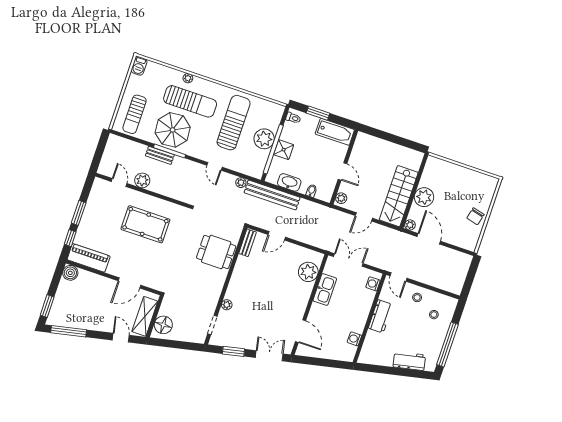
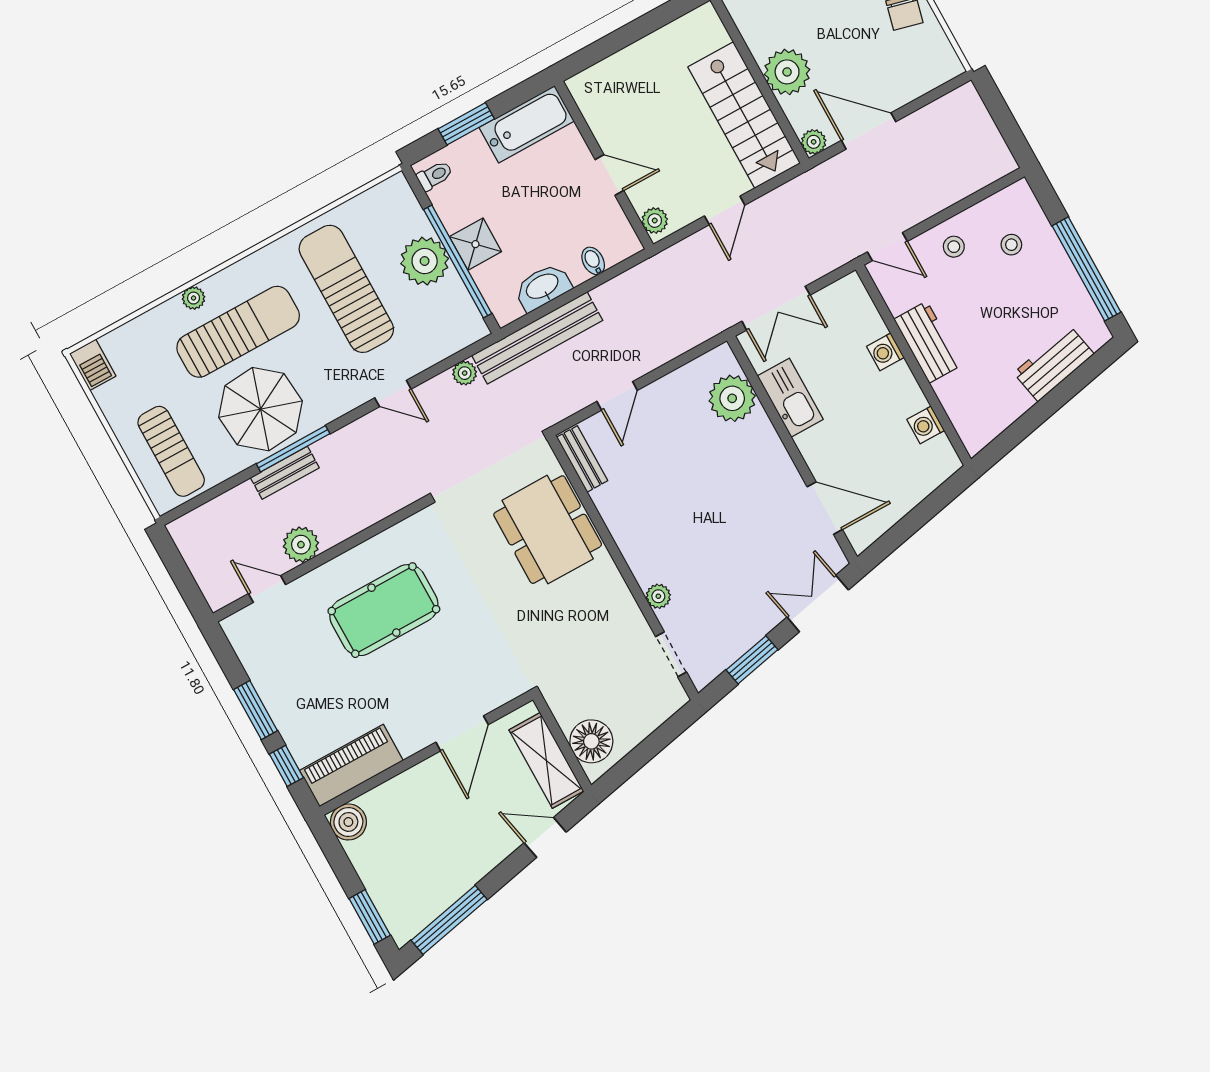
dining table: (216, 252) -> (548, 530), width x1.38
double door: (348, 260) -> (776, 308), swing flipped
washing machine: (373, 284) -> (885, 352), moved

